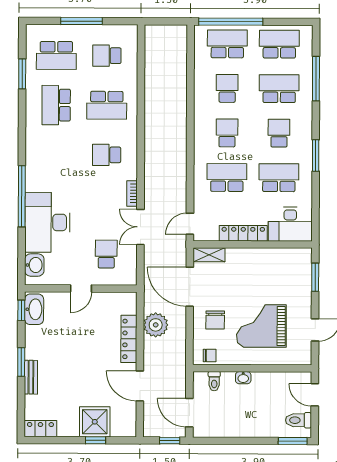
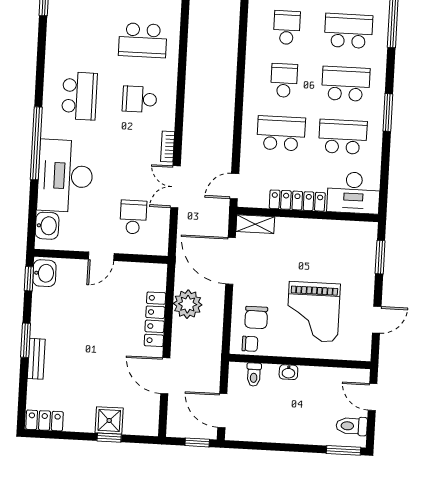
school desk: (56, 105) -> (79, 96), moved, turned 180
school desk: (279, 133) -> (346, 84), width x1.85
washbasin: (34, 309) -> (44, 273), width x0.72
chair: (215, 320) -> (256, 318), moved
grand piano: (261, 326) -> (313, 312), turned -90
shower: (95, 422) -> (109, 420), width x0.73, depth x0.73

